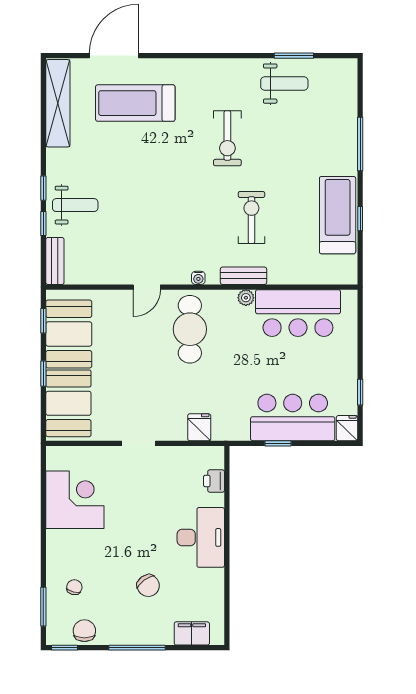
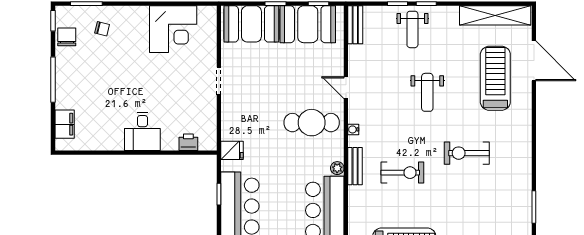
weight bench: (284, 84) -> (427, 92), moved
bench: (55, 261) -> (355, 25), moved, turned 90
fridge: (199, 427) -> (232, 150), moved
desk: (201, 537) -> (142, 131), width x0.73
chair: (148, 586) -> (103, 89), removed
chair: (84, 631) -> (67, 37), turned -90

